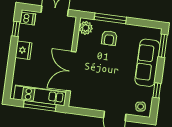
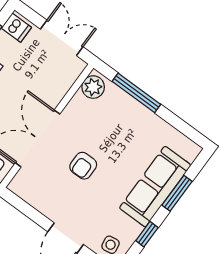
armchair: (109, 38) -> (83, 166), moved
window: (163, 46) -> (177, 193), moved

